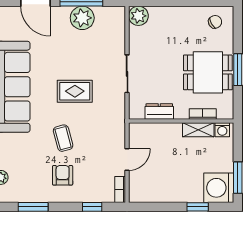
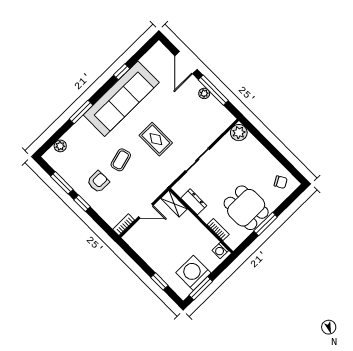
plant: (82, 18) -> (204, 93), width x0.53, depth x0.53
shelving: (198, 130) -> (174, 204), moved
washing machine: (219, 188) -> (193, 273), moved
window: (92, 207) -> (82, 203), moved

